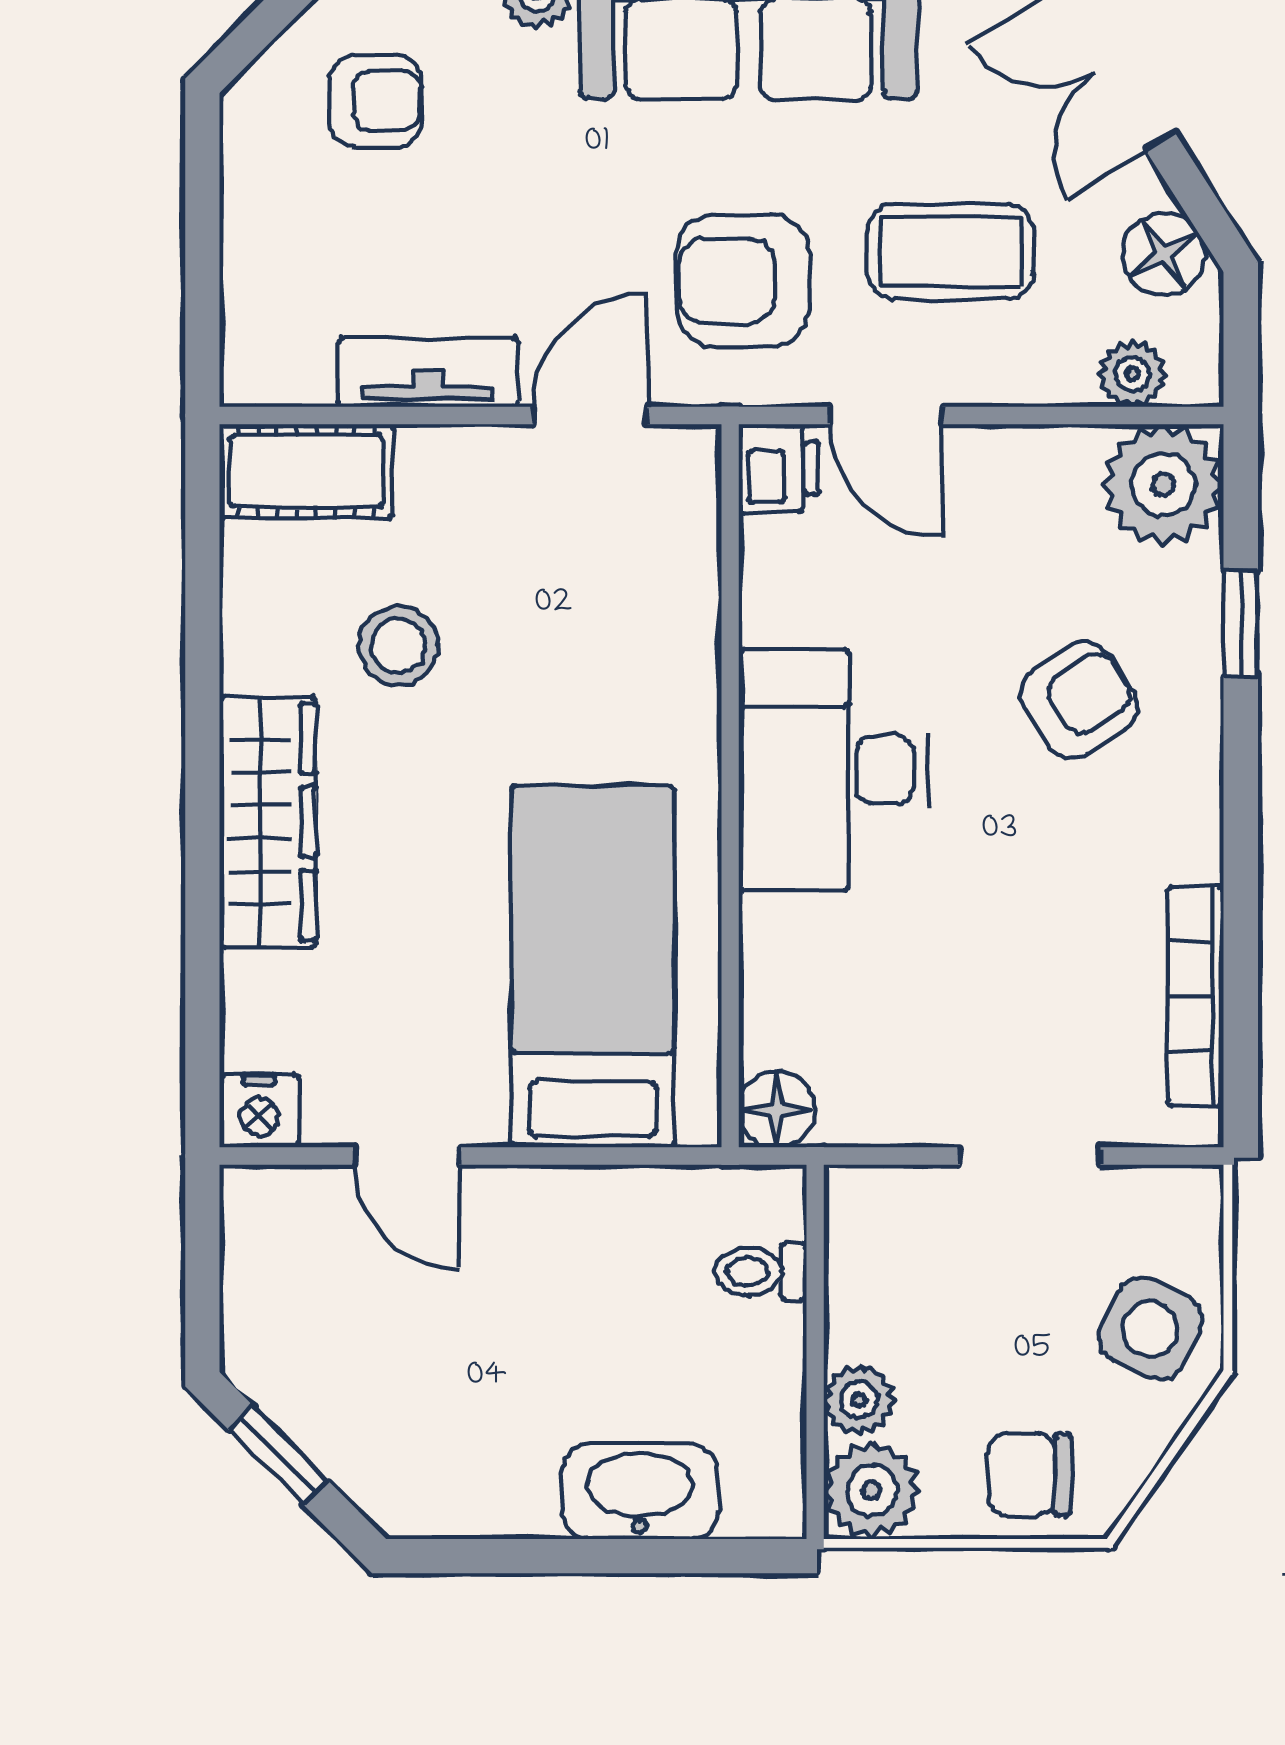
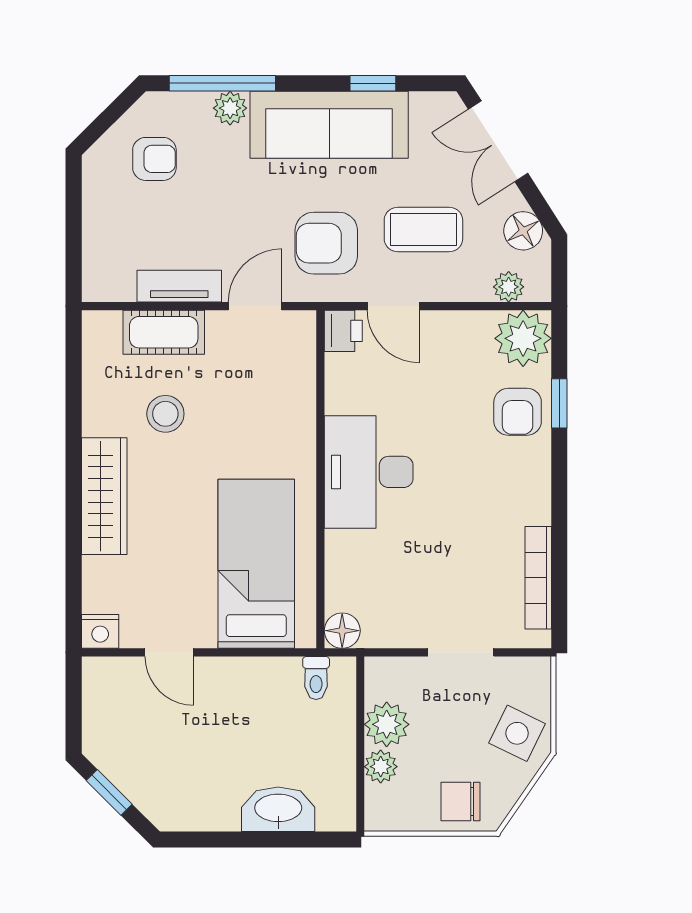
cot: (306, 471) -> (164, 332), moved
armchair: (1079, 700) -> (518, 412), moved, turned 123
toilet: (761, 1272) -> (316, 678), moved, turned -90
plant: (872, 1490) -> (387, 724), moved

